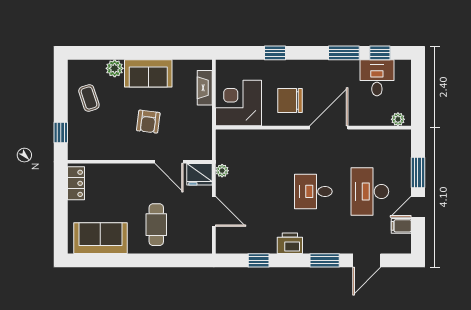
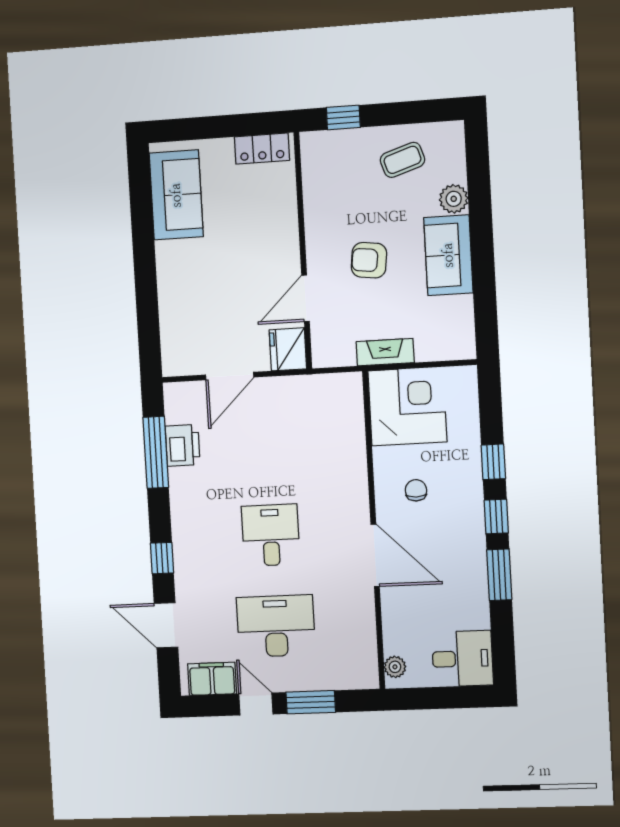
window: (380, 53) -> (496, 517), moved
desk: (377, 78) -> (462, 659), moved
fireplace: (205, 88) -> (385, 352), moved
chair: (290, 101) -> (416, 490), width x0.54, depth x0.54
plant: (222, 171) -> (296, 386), removed
cafe table: (156, 225) -> (203, 284), removed
filing cabinet: (401, 226) -> (212, 679), width x2.00
printer: (290, 243) -> (183, 445), moved
window: (259, 260) -> (156, 452), width x2.17
window: (325, 260) -> (162, 558), width x0.67

